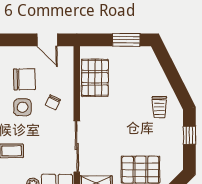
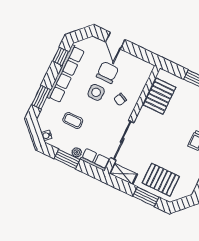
door: (47, 40) -> (115, 41), moved
chair: (24, 79) -> (107, 72), turned -89

